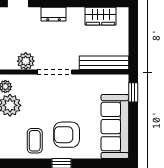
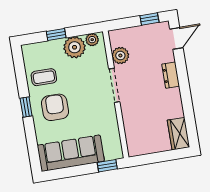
wardrobe: (101, 16) -> (178, 134), moved
bench: (104, 63) -> (131, 132), removed

